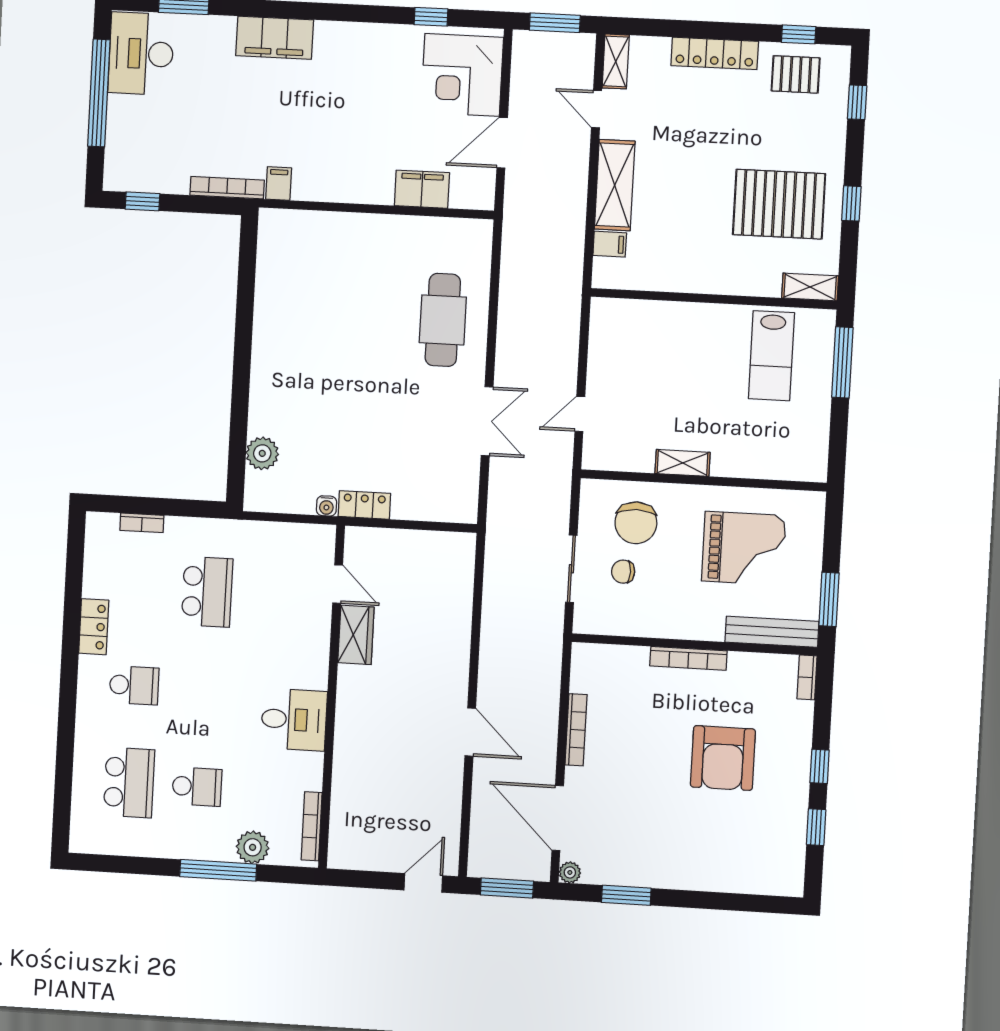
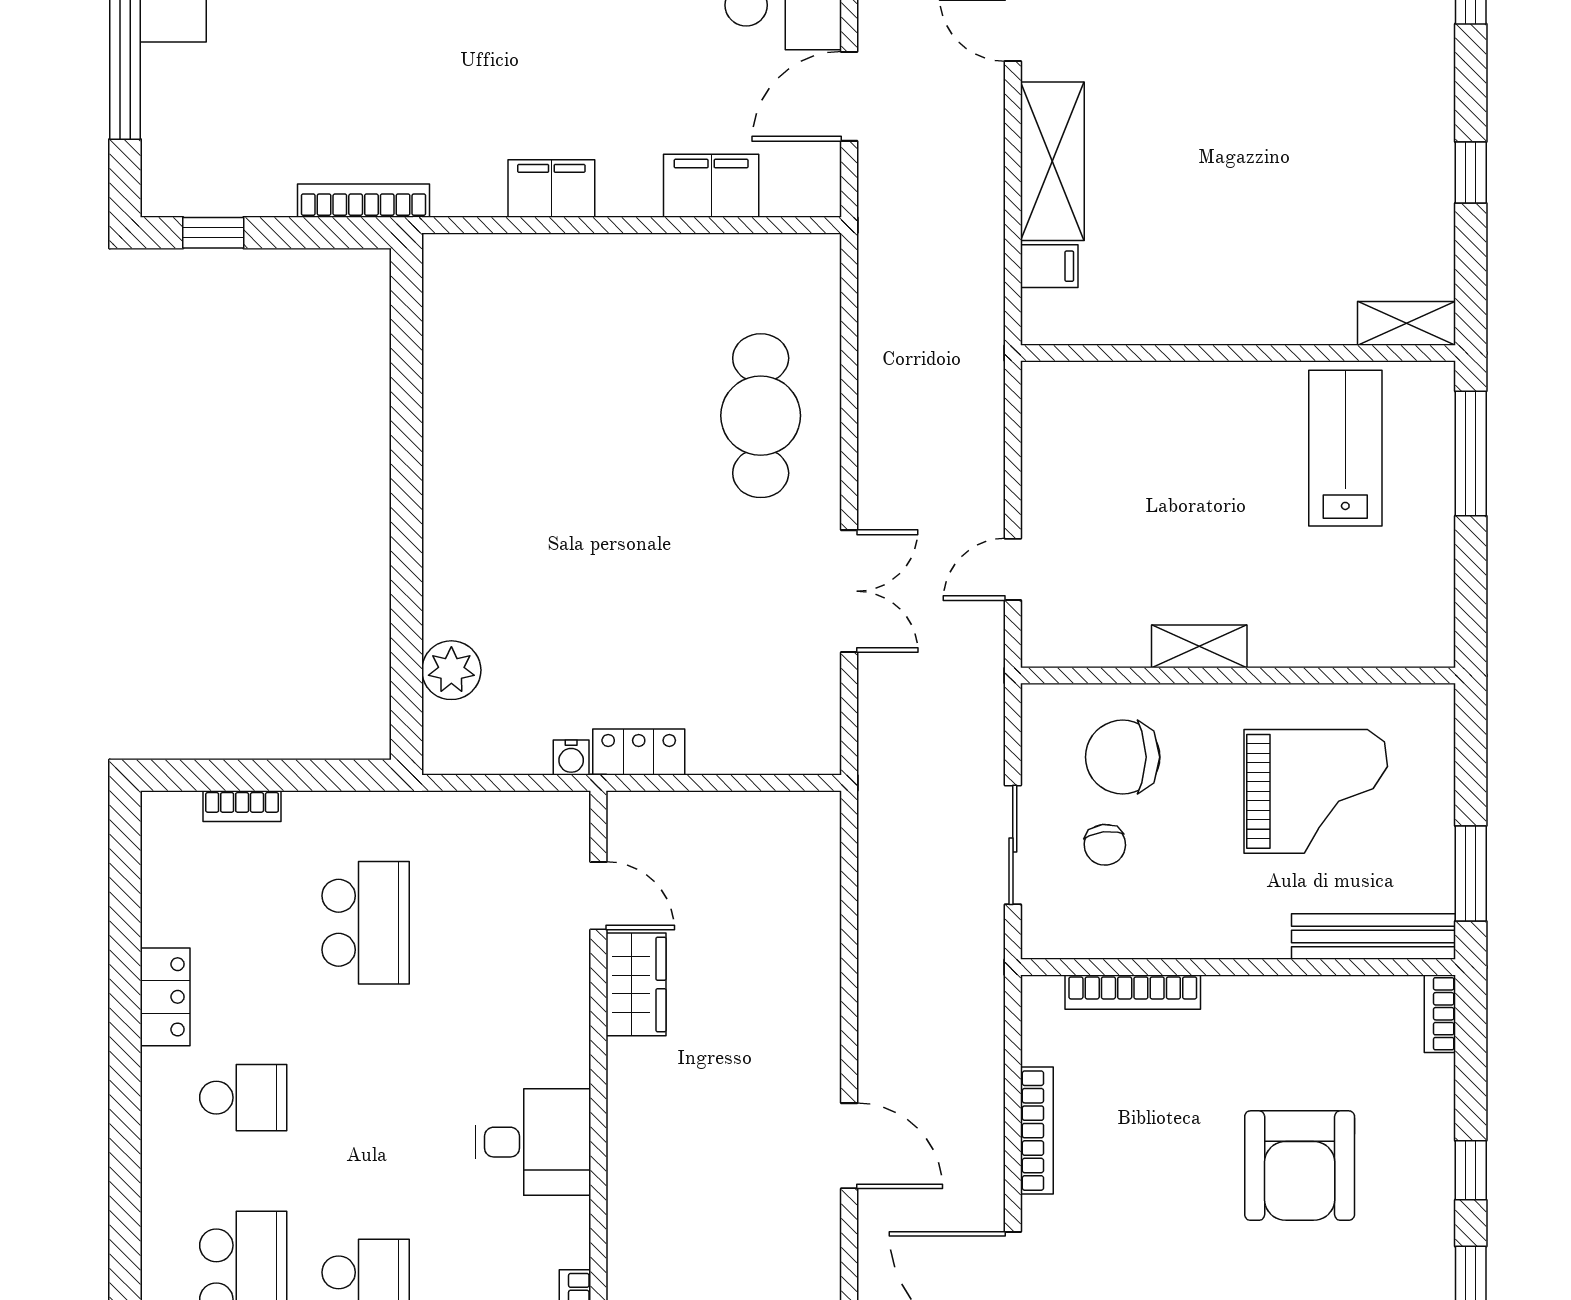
filing cabinet: (279, 184) -> (551, 189), moved, width x2.00
pallet: (779, 204) -> (1344, 180), removed
lab bench: (771, 356) -> (1345, 448), turned 180
chair: (636, 523) -> (1123, 757), turned 90
chair: (623, 572) -> (1105, 845), turned -97
bookcase: (688, 658) -> (1133, 992), moved

